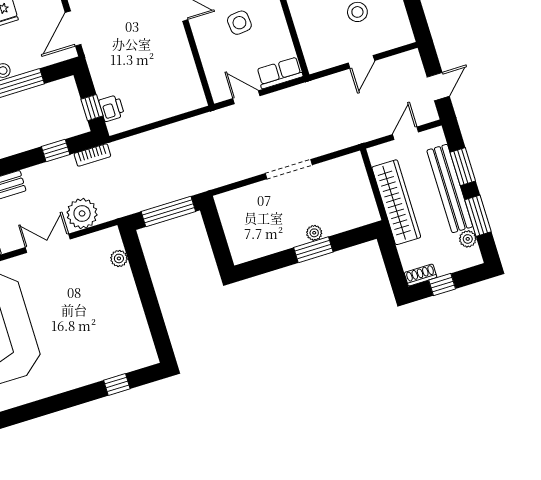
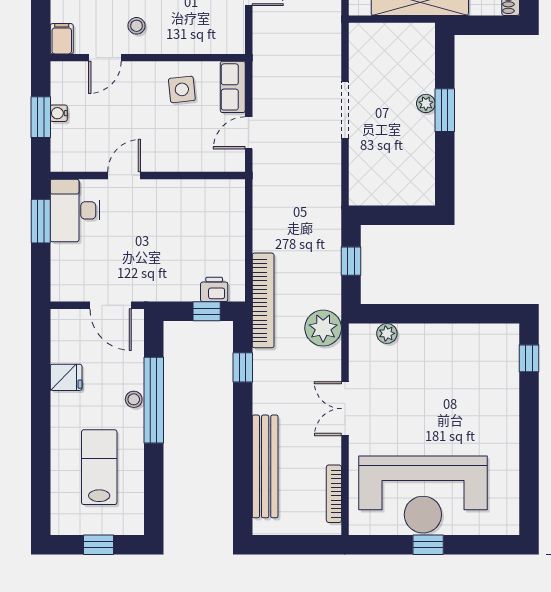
side table: (239, 23) -> (182, 89), moved
bookcase: (92, 155) -> (263, 300), width x2.31, depth x1.31
window: (168, 211) -> (351, 261), width x0.46
plant: (82, 213) -> (323, 328), moved
window: (117, 385) -> (529, 358), moved

